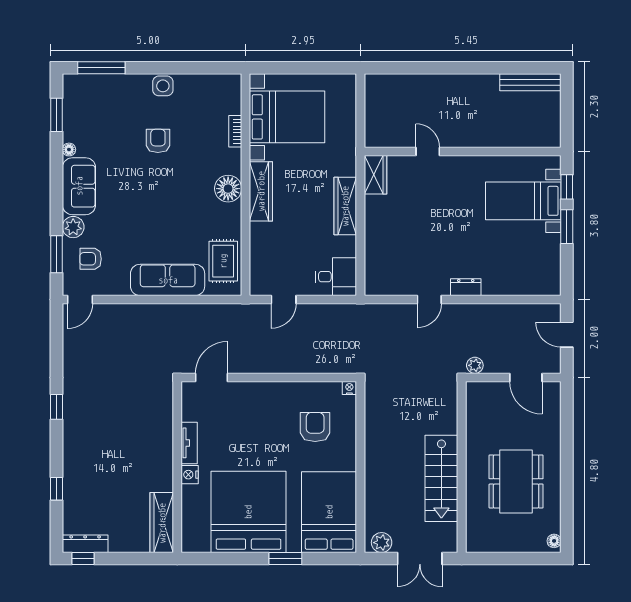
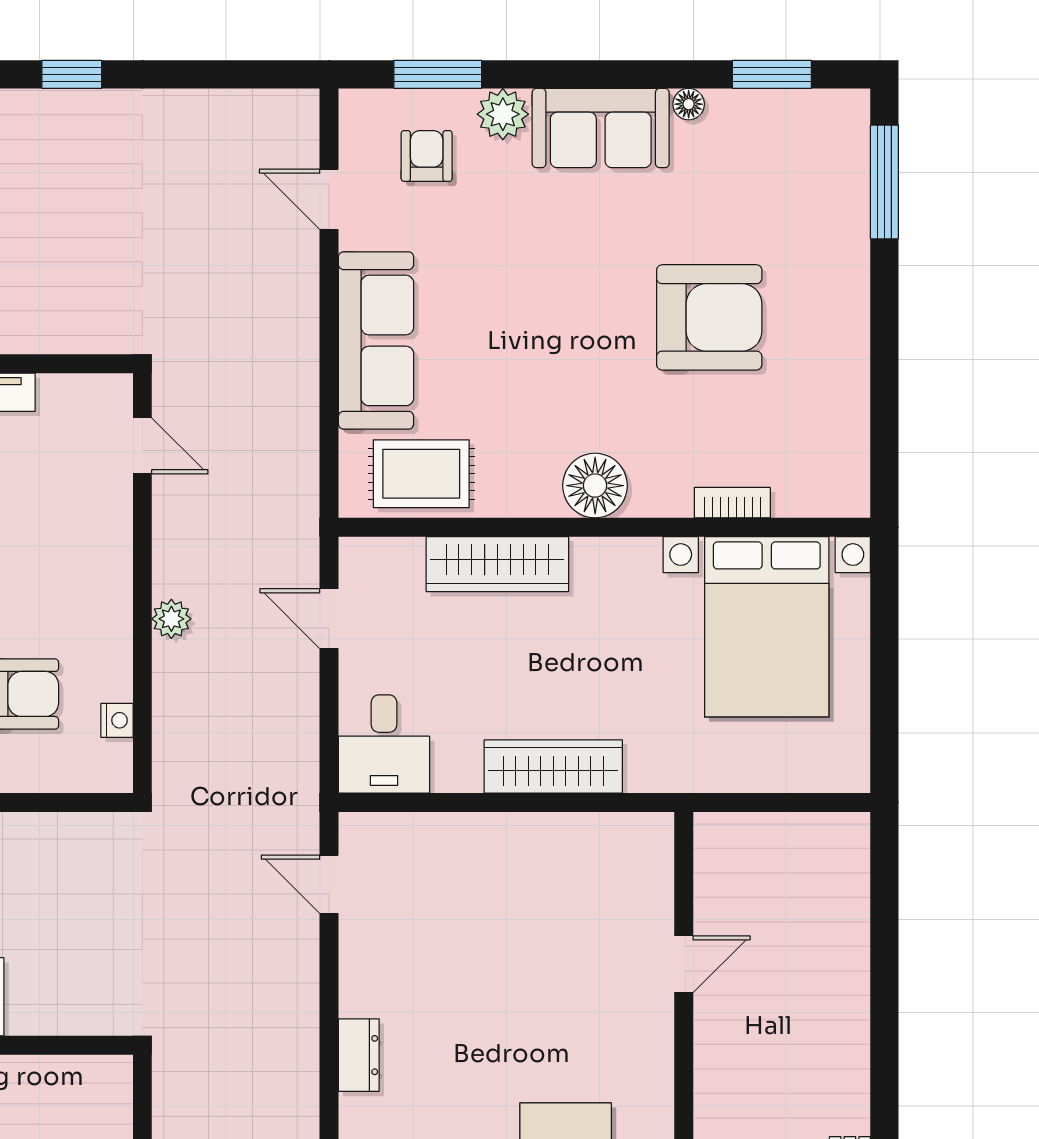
side table: (163, 86) -> (841, 329), removed
armchair: (158, 141) -> (709, 317), width x1.88, depth x1.88
wardrobe: (376, 175) -> (628, 839), removed
wardrobe: (261, 191) -> (497, 564), moved
door: (80, 300) -> (329, 199), moved
door: (429, 300) -> (329, 884), moved
plant: (475, 365) -> (171, 619), moved
door: (212, 377) -> (142, 446), width x0.73
nightstand: (349, 388) -> (117, 720), moved

